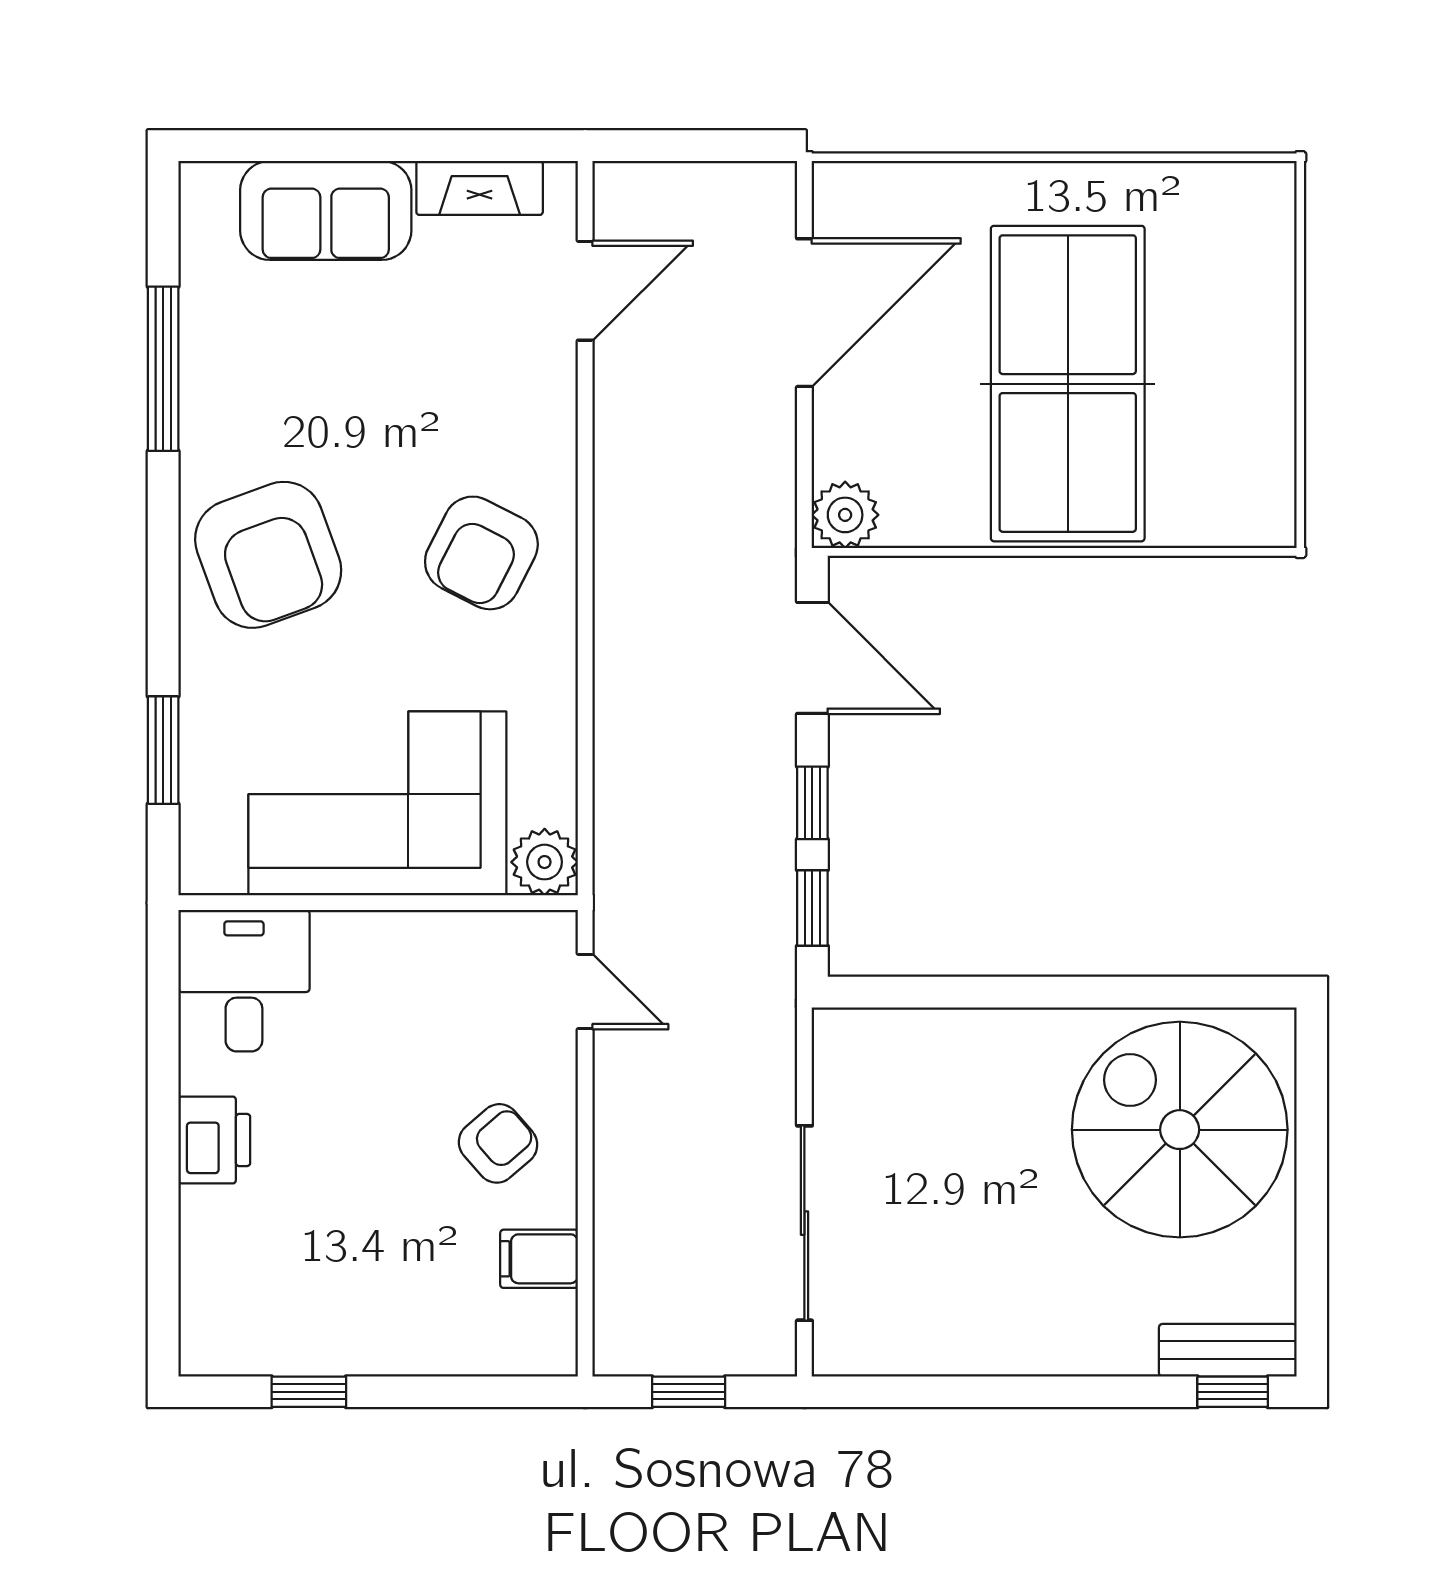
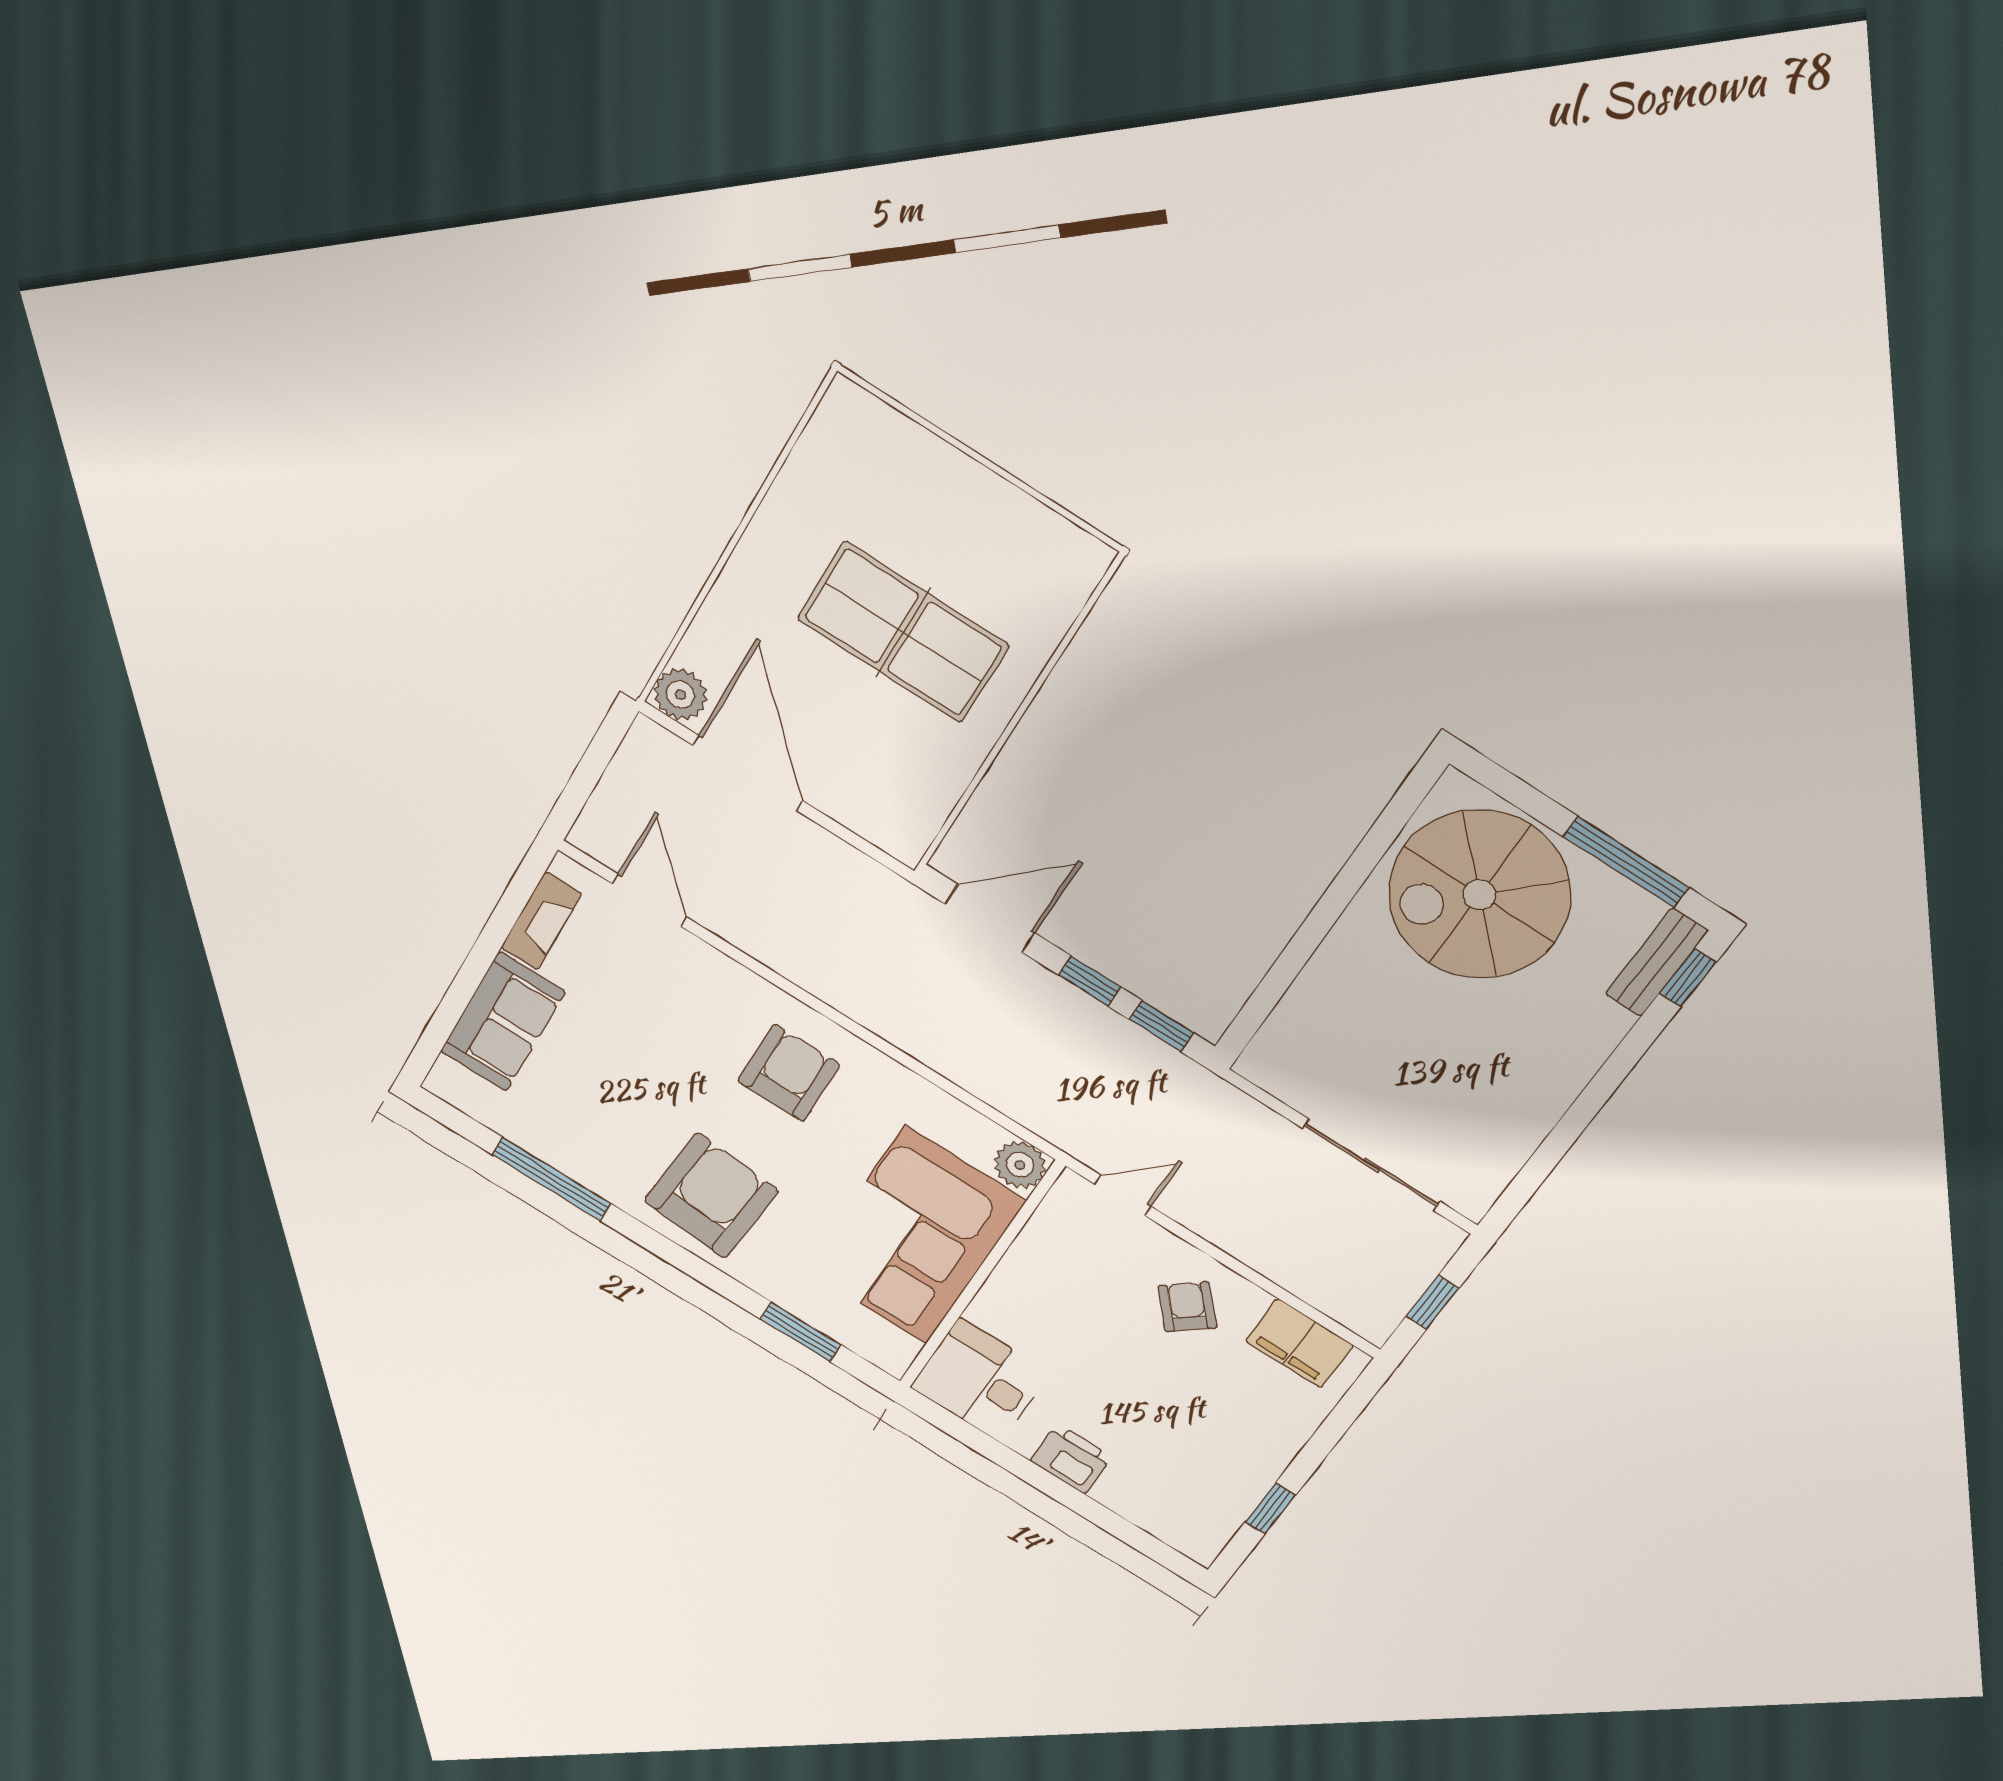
table tennis table: (1068, 384) -> (903, 632), width x0.73, depth x0.76
plant: (845, 515) -> (680, 695), moved
armchair: (481, 553) -> (789, 1073), turned -117
armchair: (268, 555) -> (711, 1196), turned -65
window: (1312, 1247) -> (1626, 862), added
filing cabinet: (539, 1259) -> (1299, 1343), width x2.00

